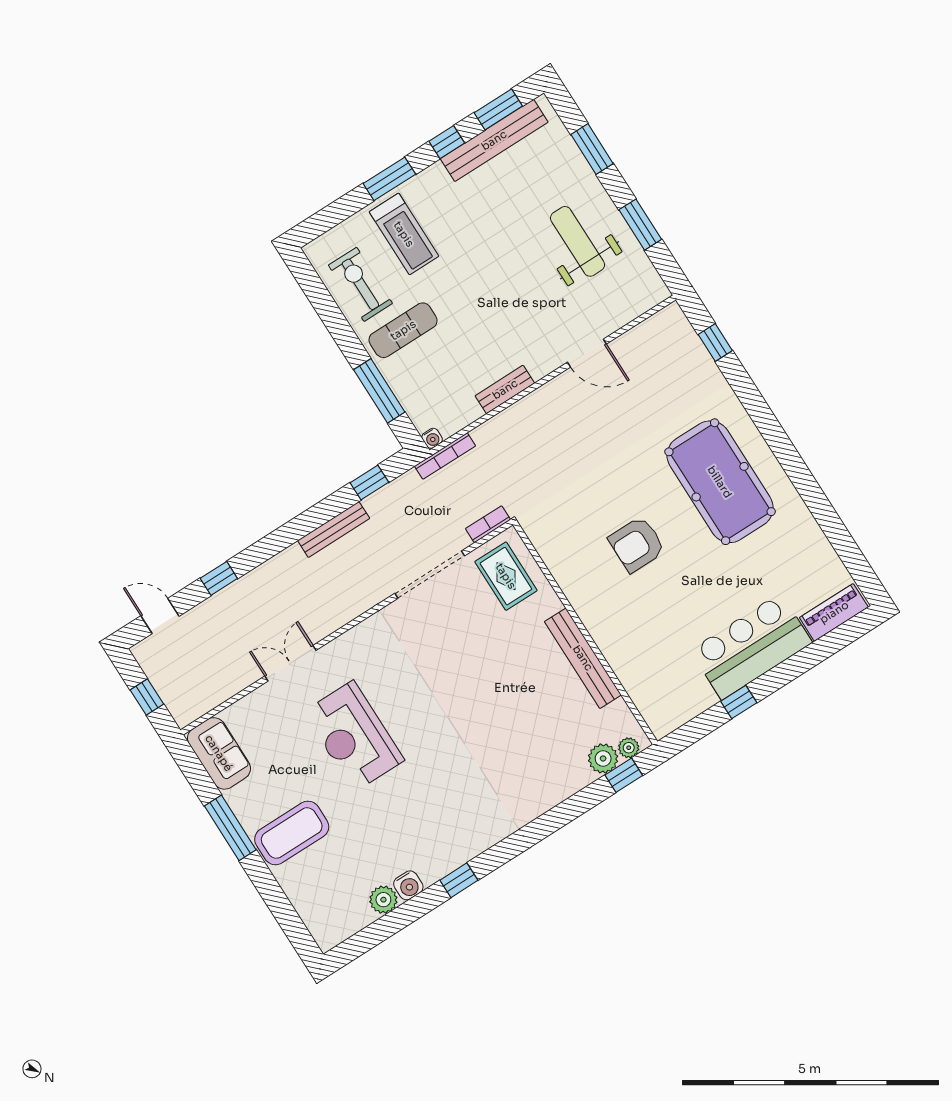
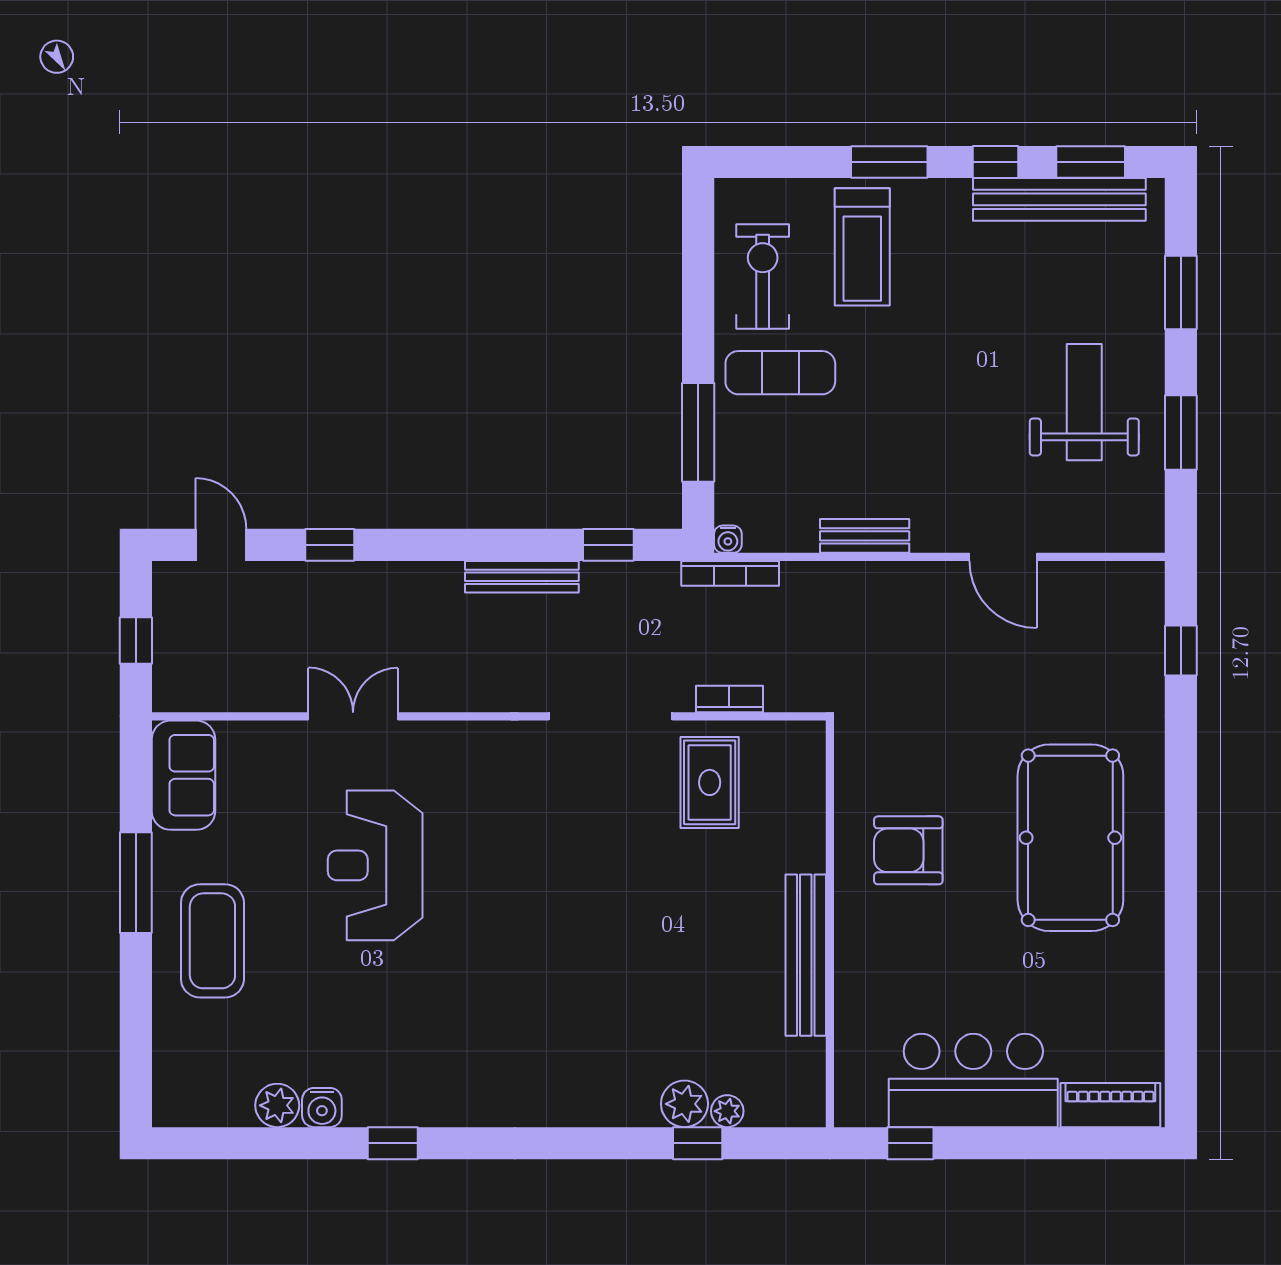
wall: (585, 633) -> (830, 924), moved
bench: (583, 658) -> (806, 955), moved
coffee table: (292, 833) -> (212, 941), turned 90

